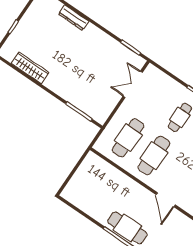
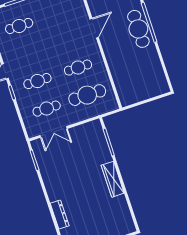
wardrobe: (30, 68) -> (113, 179), moved
cafe table: (154, 100) -> (47, 109), added
cafe table: (154, 155) -> (78, 68), width x0.73, depth x0.74

